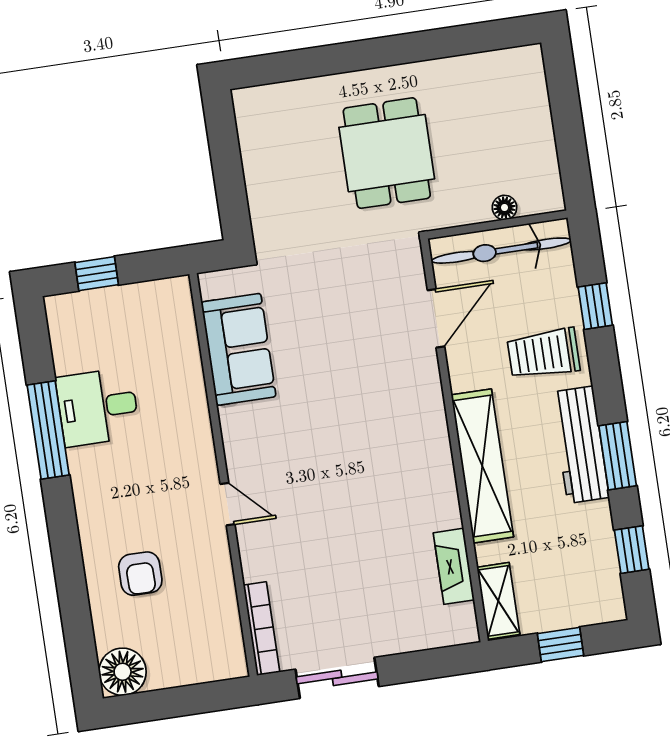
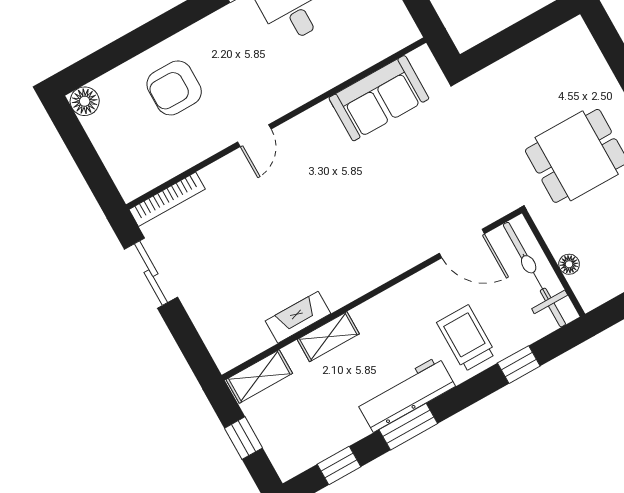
shelving: (482, 466) -> (328, 337), width x0.45, depth x0.75
fireplace: (454, 566) -> (298, 317), moved
armchair: (140, 574) -> (174, 88), width x1.38, depth x1.38
floor lamp: (123, 672) -> (85, 101), width x0.73, depth x0.73

